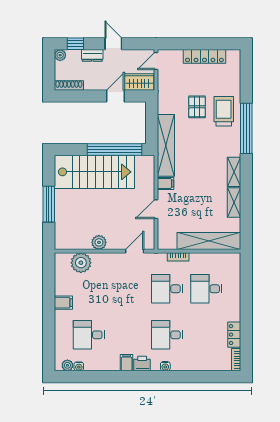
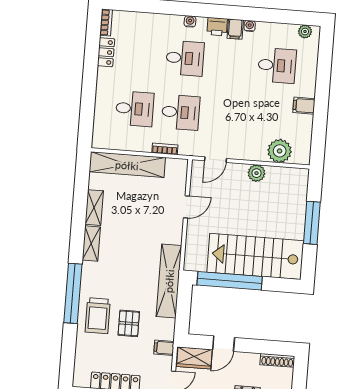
filing cabinet: (166, 184) -> (164, 348), moved
water cooler: (79, 366) -> (250, 26), moved

